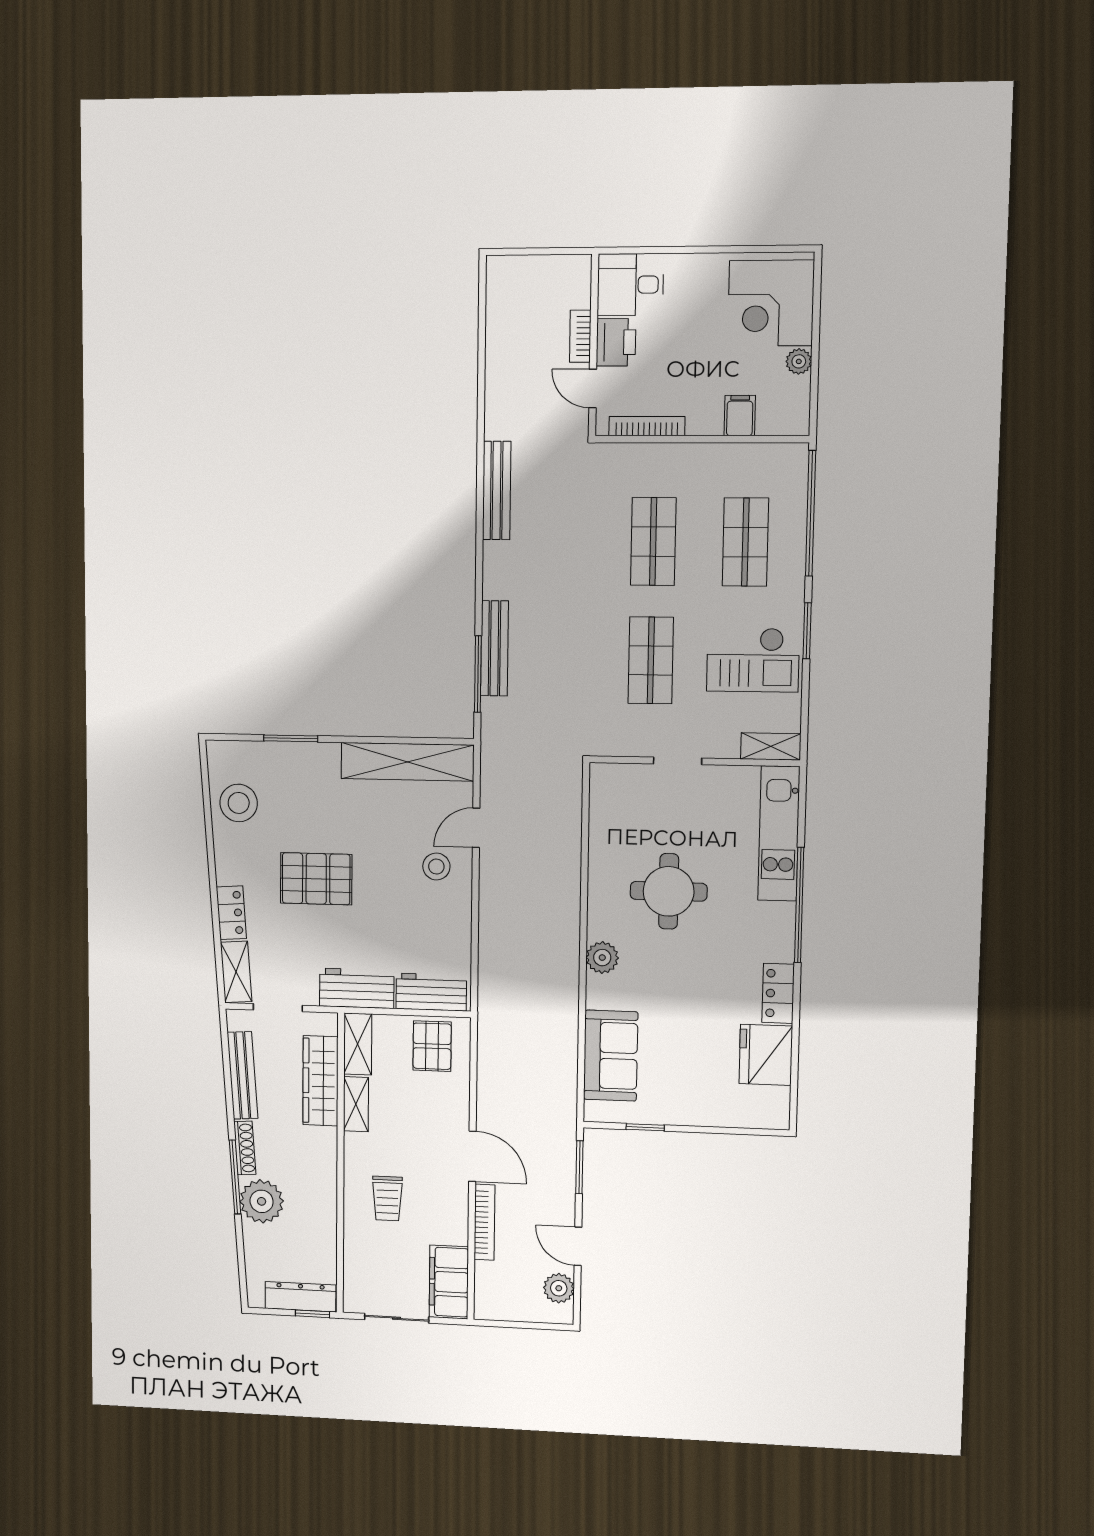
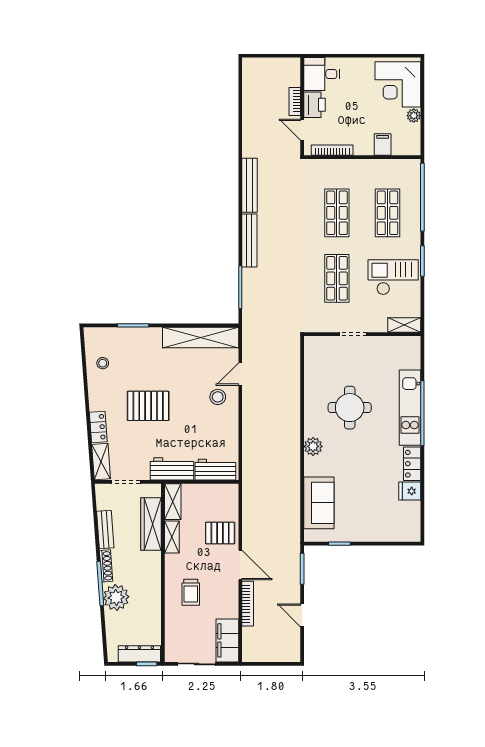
bench: (494, 648) -> (249, 240), moved
checkout: (753, 660) -> (393, 277), turned 180
stool: (239, 803) -> (103, 363), width x0.53, depth x0.53
kitchen unit: (779, 834) -> (410, 408), moved
pallet: (432, 1046) -> (220, 533), moved, turned 90
fridge: (766, 1055) -> (410, 491), width x0.53, depth x0.75
bench: (242, 1075) -> (105, 530), width x0.73
plant: (559, 1288) -> (291, 641), removed

